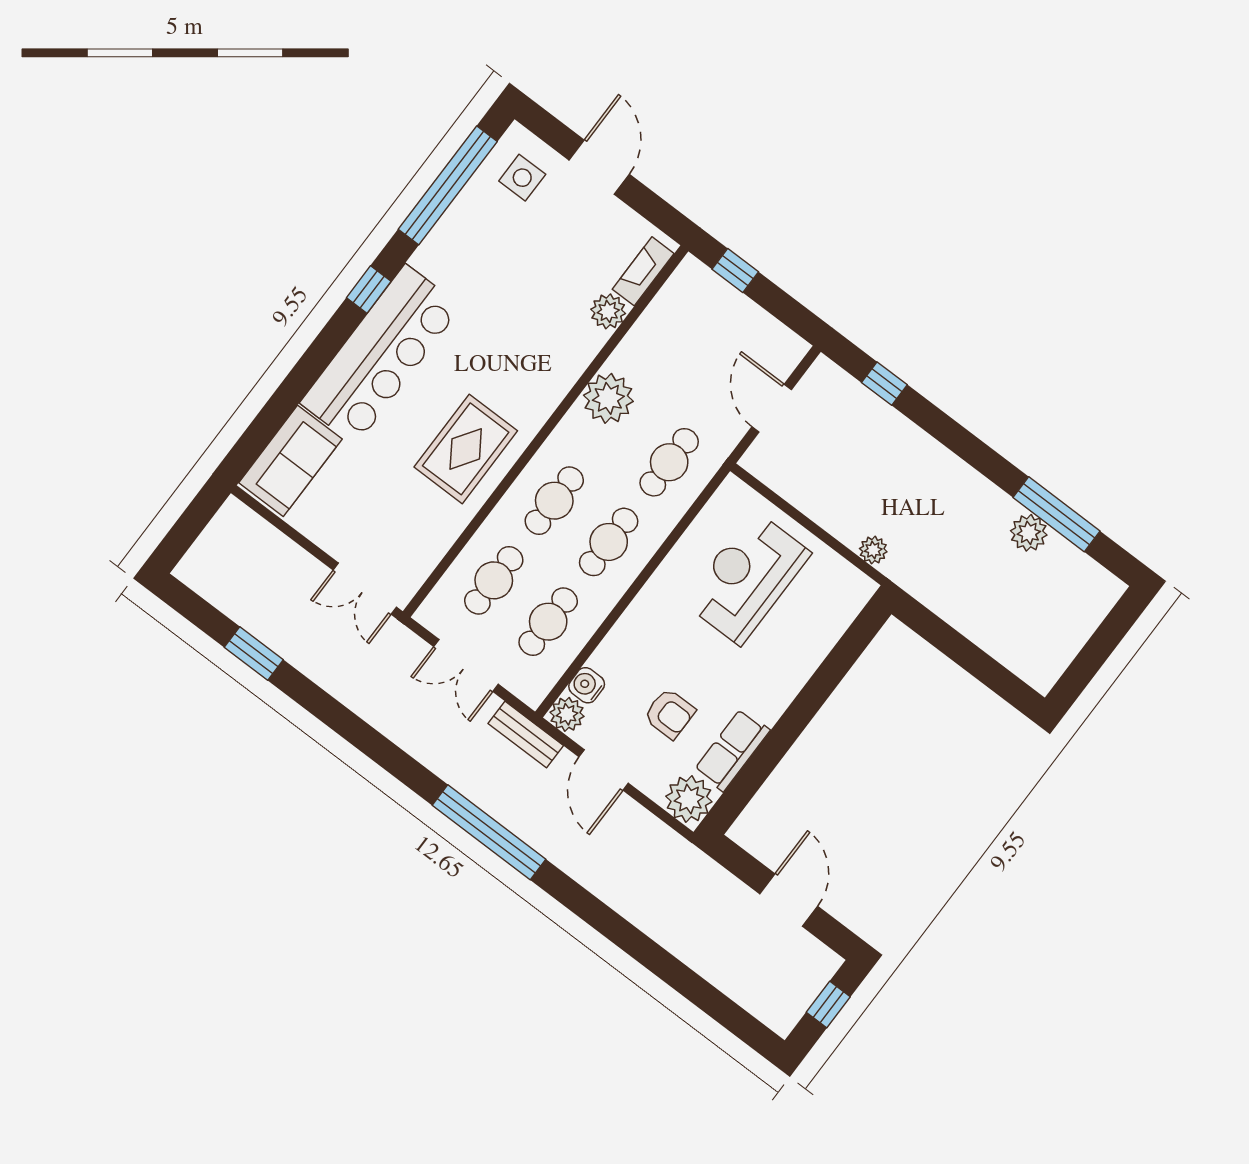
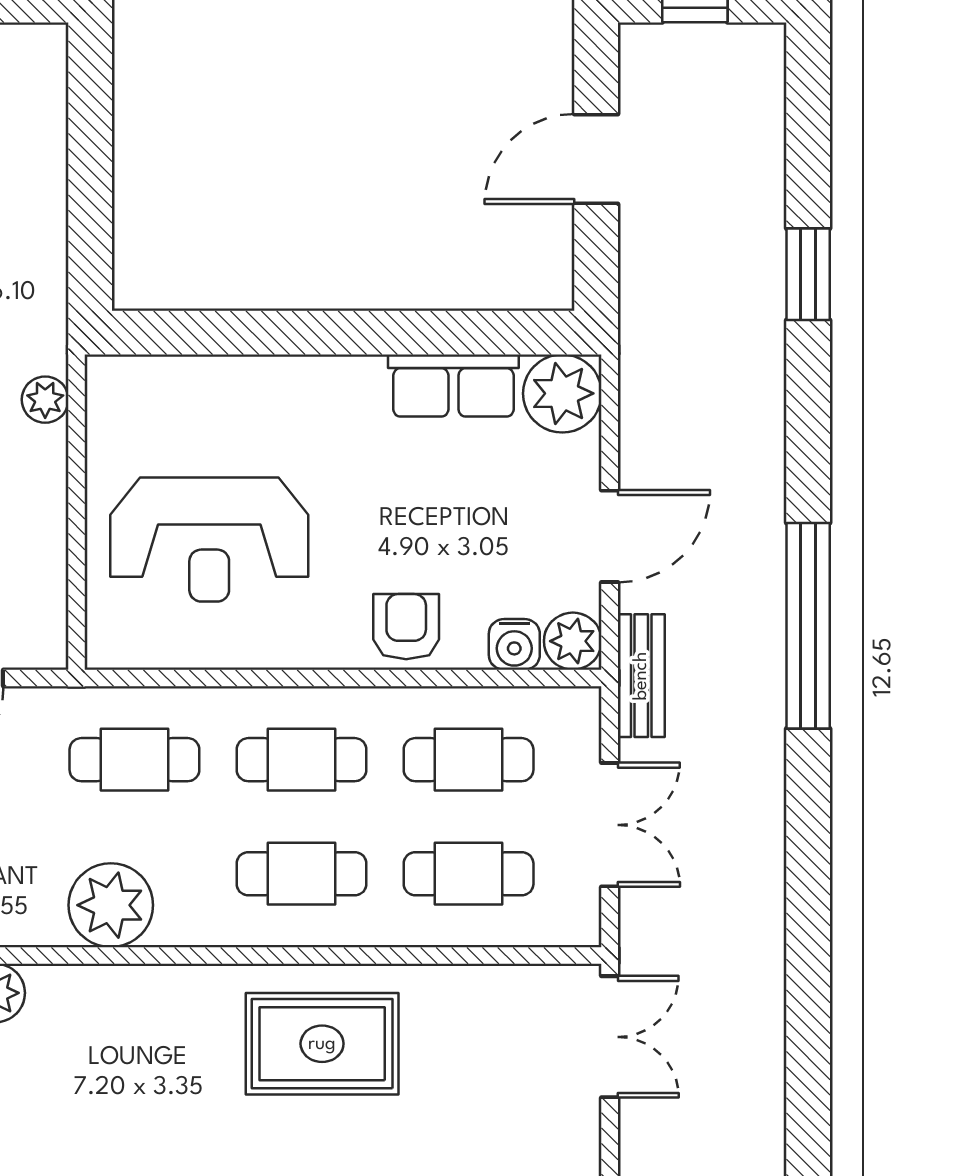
window: (254, 654) -> (808, 274), moved
armchair: (670, 714) -> (406, 627), moved

